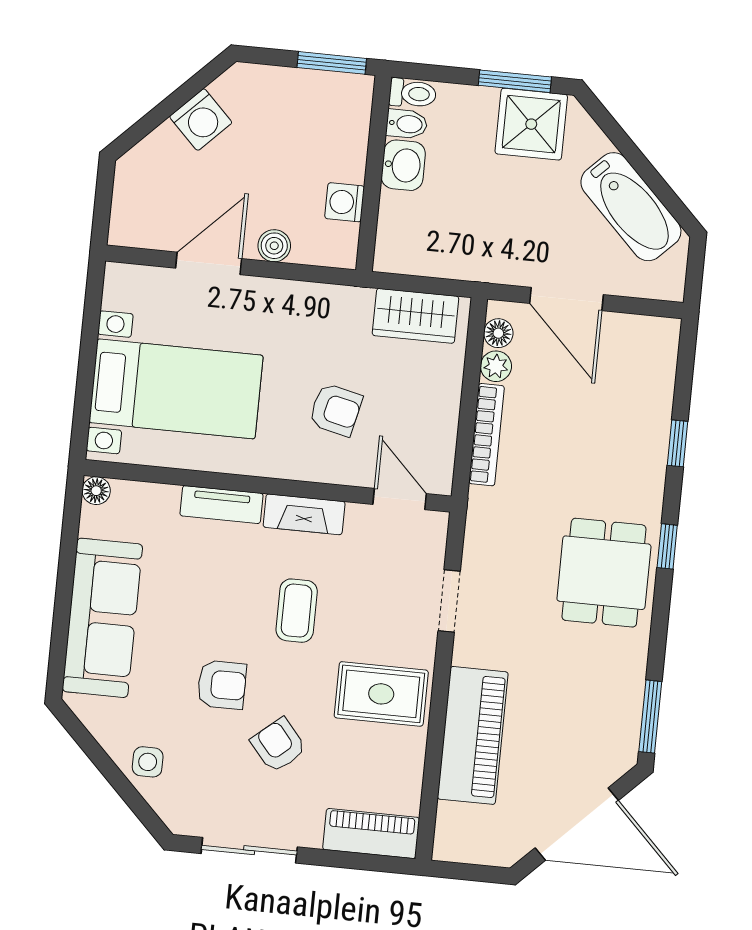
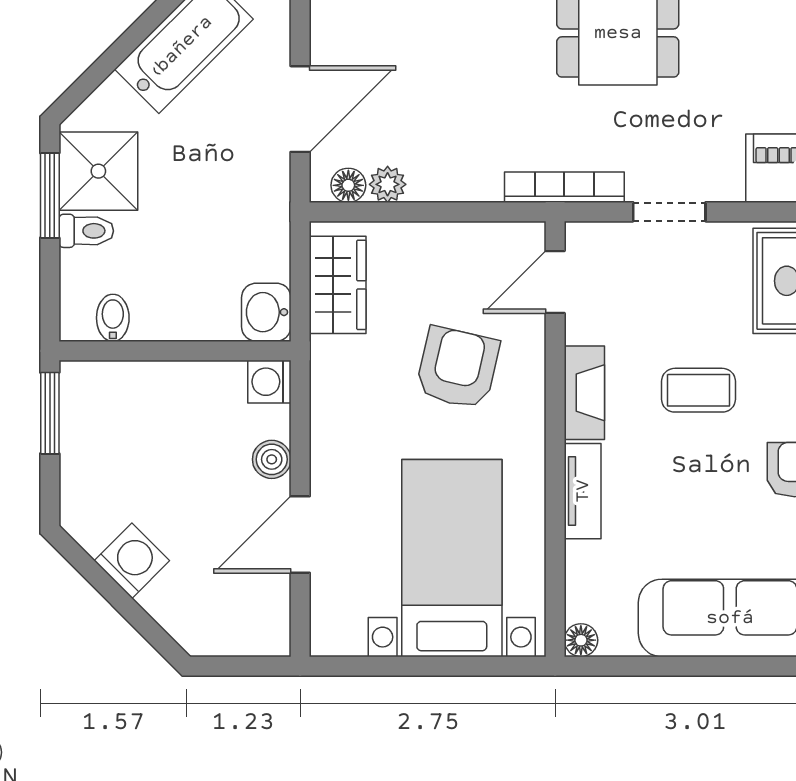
toilet: (413, 93) -> (86, 231), moved, turned 90
washbasin: (403, 165) -> (266, 312), moved, turned -90
washing machine: (345, 202) -> (269, 382), moved, turned 90
door: (209, 263) -> (300, 535), hinge flipped
armchair: (336, 410) -> (457, 368), width x1.38, depth x1.38
bookcase: (487, 435) -> (564, 187), moved

